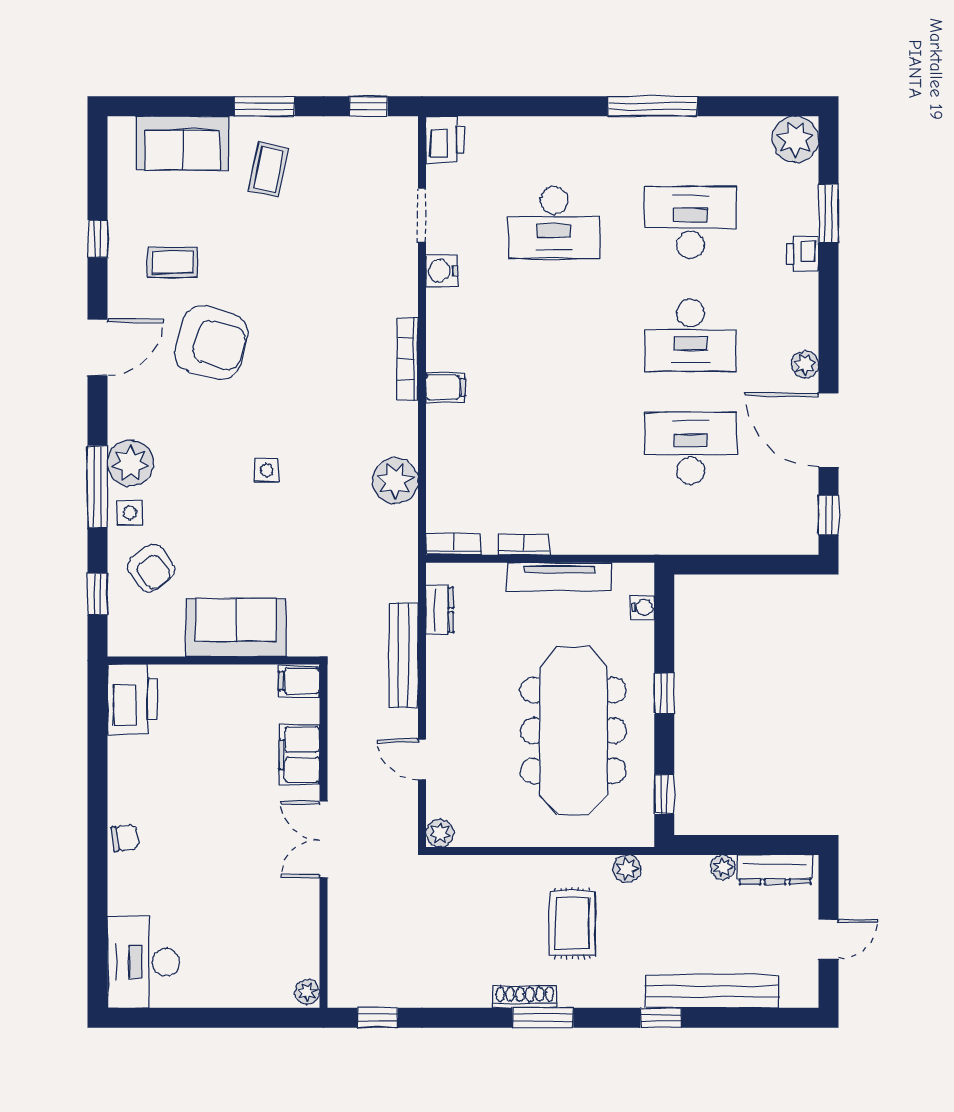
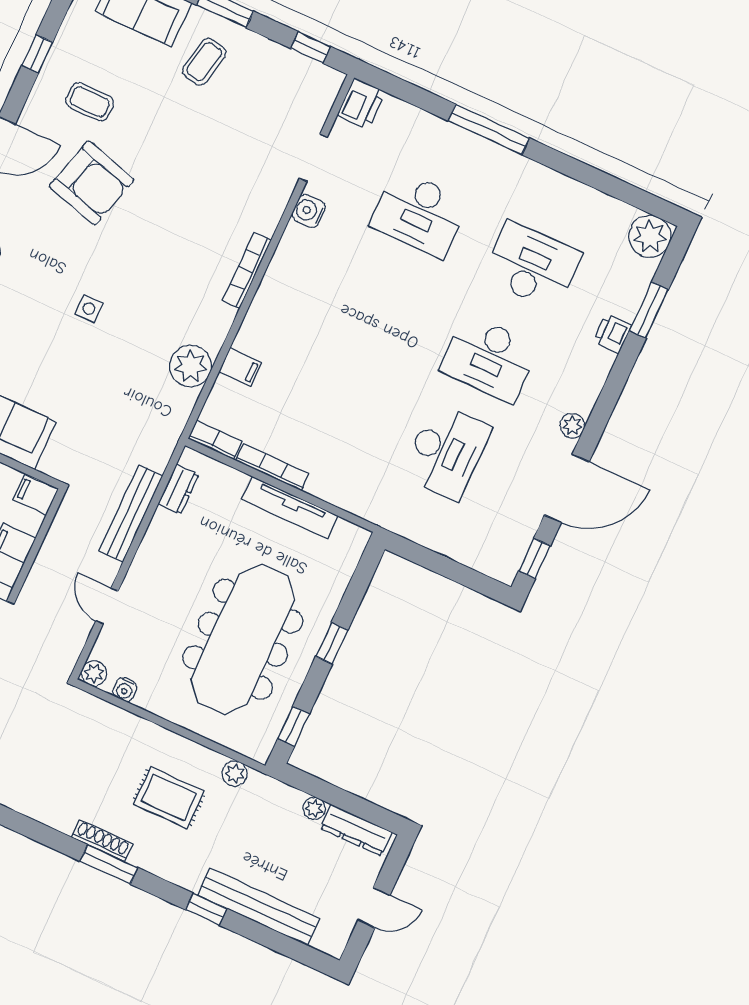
window: (653, 106) -> (489, 129), moved
filing cabinet: (445, 387) -> (240, 367), moved
door: (828, 430) -> (567, 488), swing flipped
desk: (691, 448) -> (446, 451), turned 90
bookcase: (524, 545) -> (272, 467), width x1.56
water cooler: (643, 607) -> (125, 690), moved, turned 90
rug: (572, 923) -> (169, 798), turned 90

